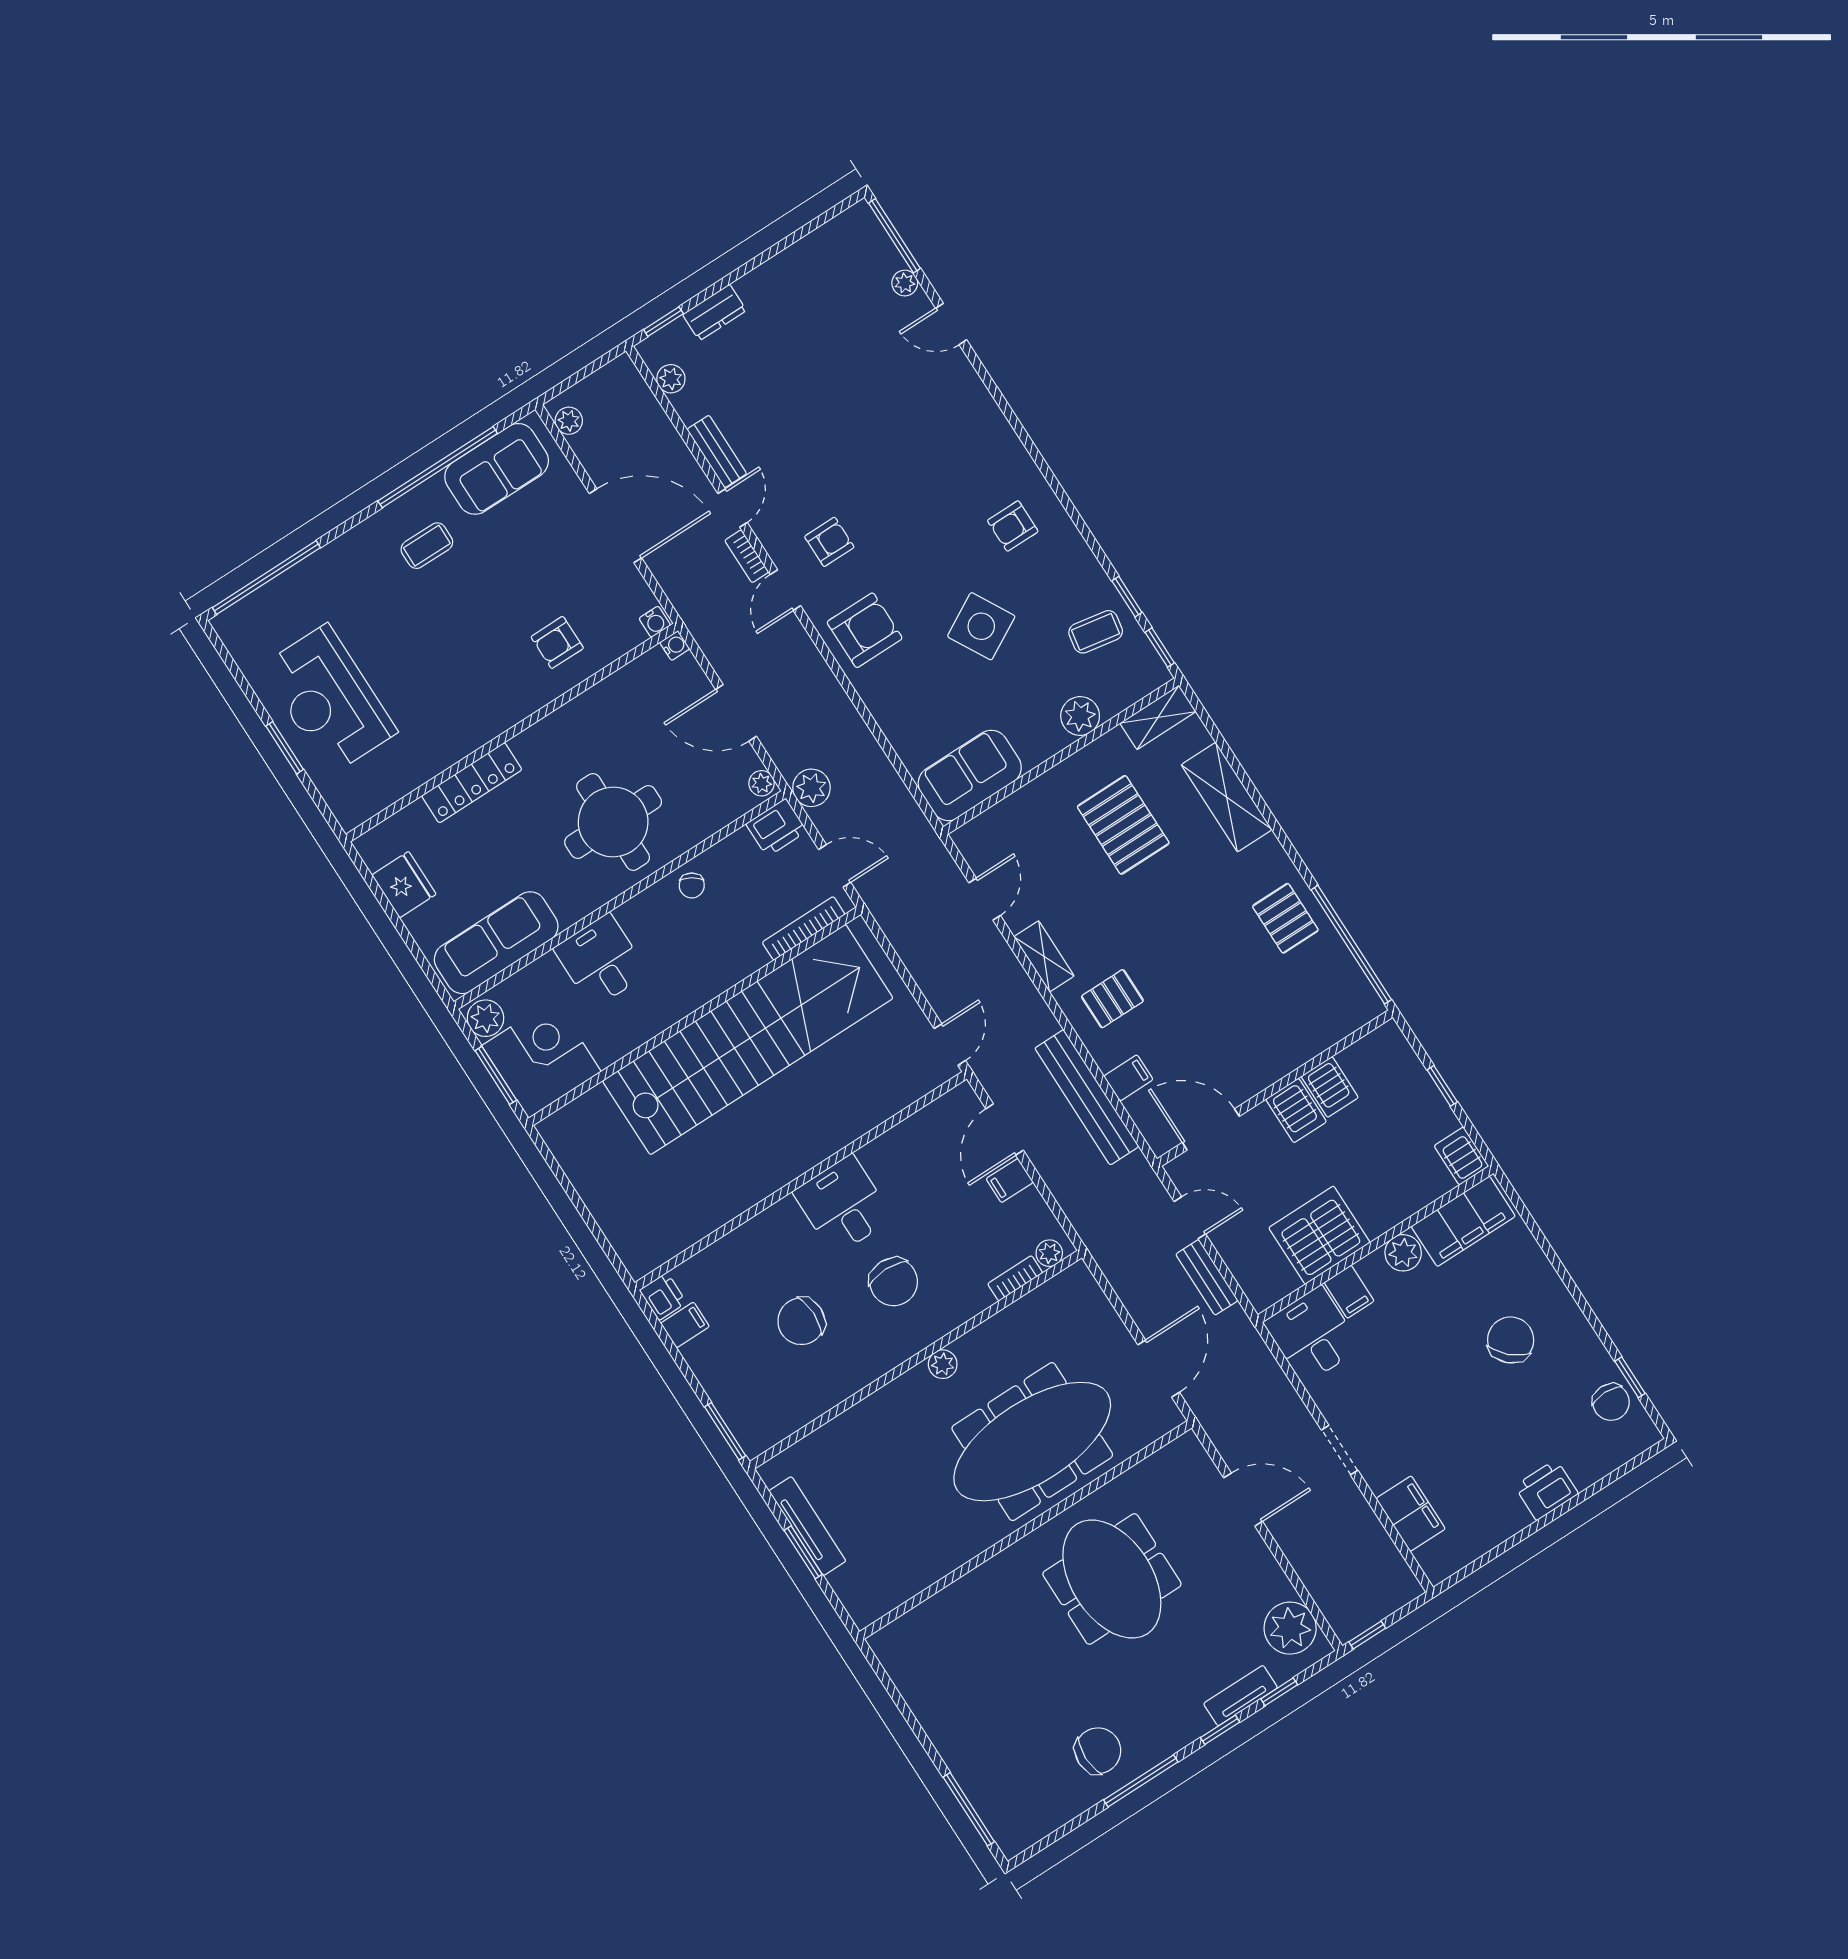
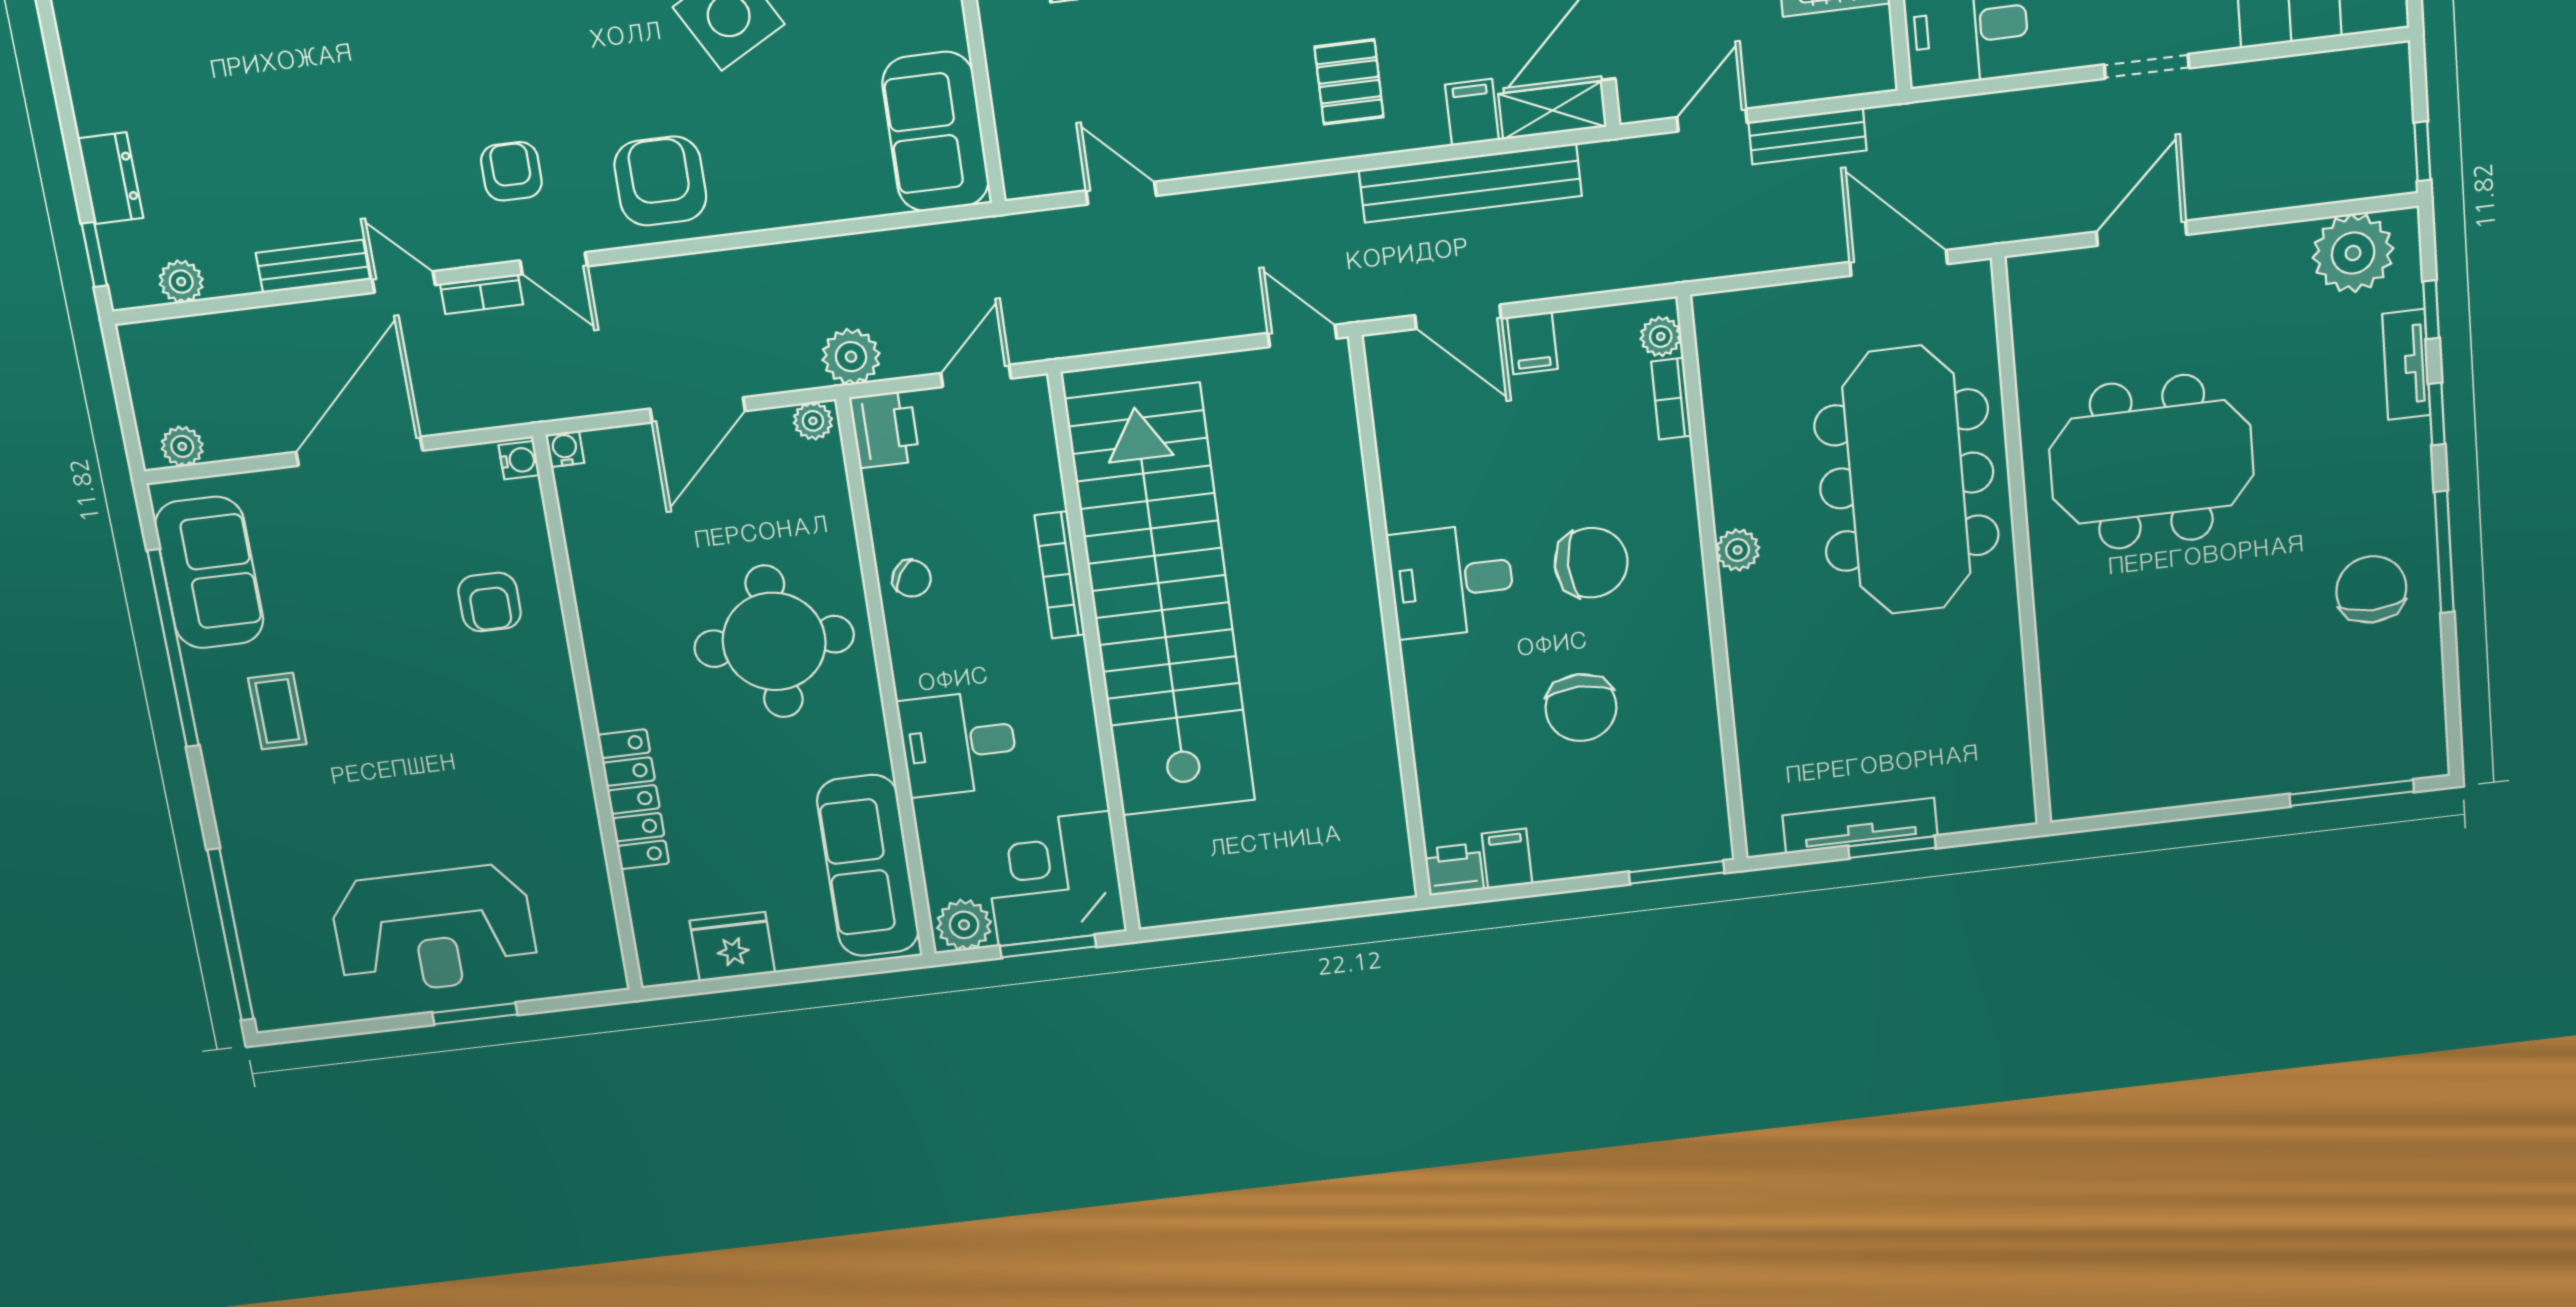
bookcase: (804, 928) -> (1060, 575), moved
shelving: (1044, 956) -> (1552, 110), moved

